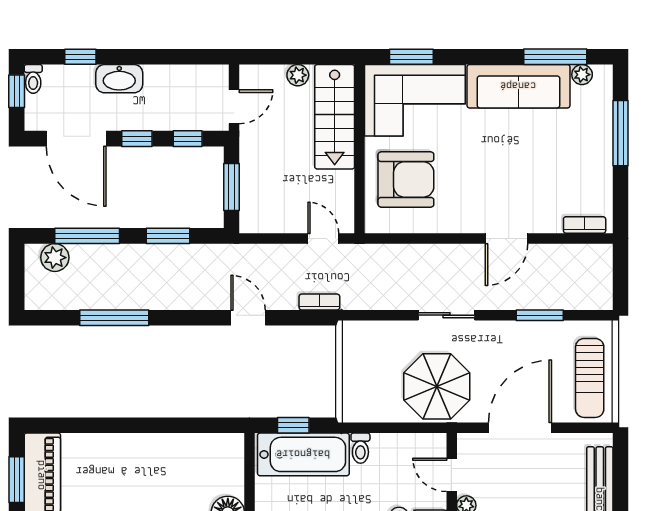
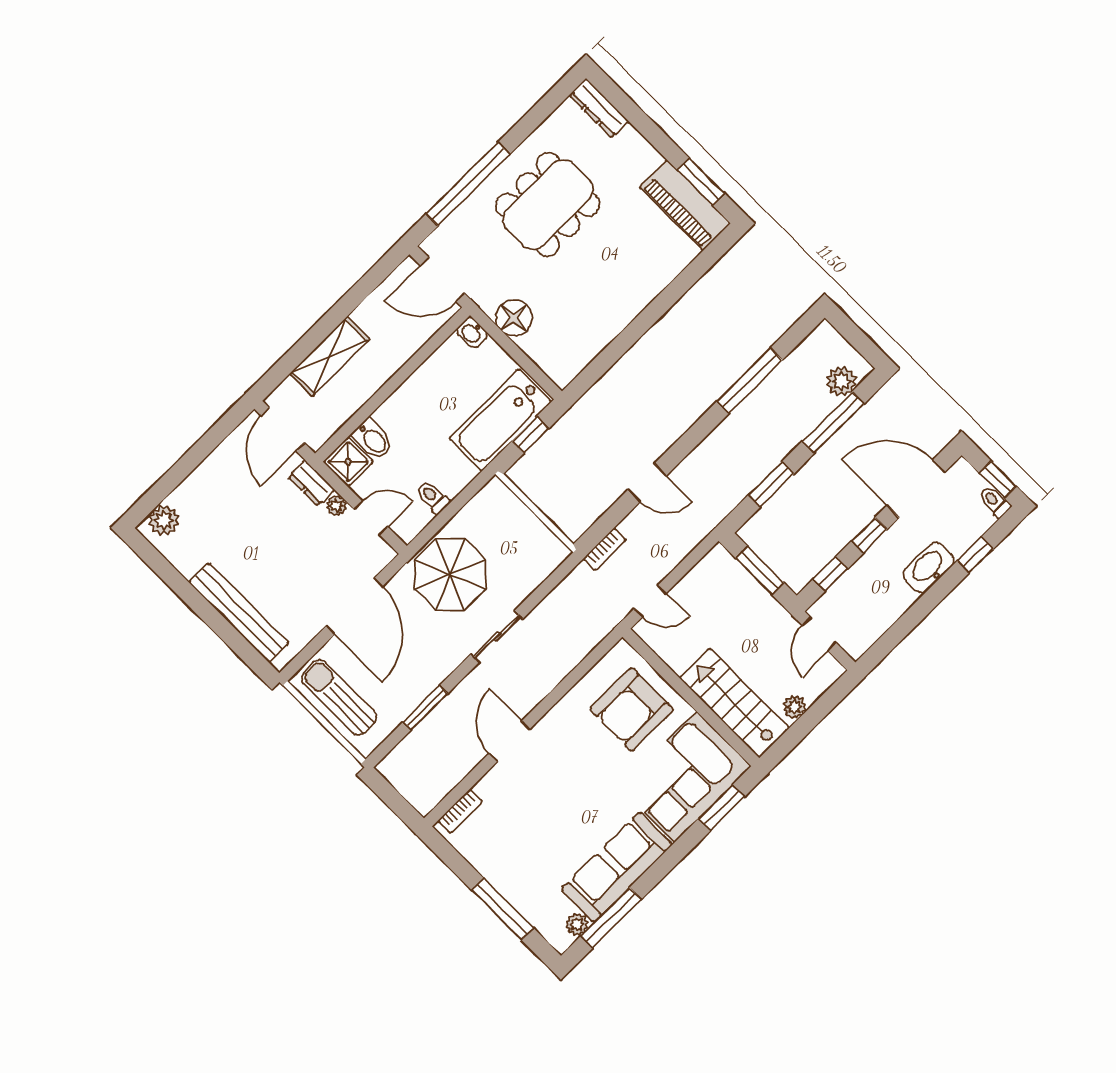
toilet: (360, 448) -> (433, 497), moved

